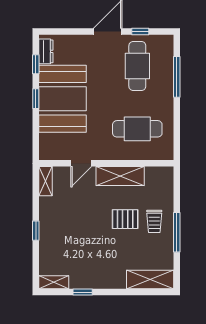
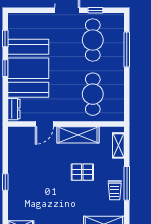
dresser: (46, 51) -> (14, 109), moved
cafe table: (137, 129) -> (93, 94), turned 90
shelving: (45, 181) -> (118, 145), moved
trolley: (154, 221) -> (115, 190), moved

